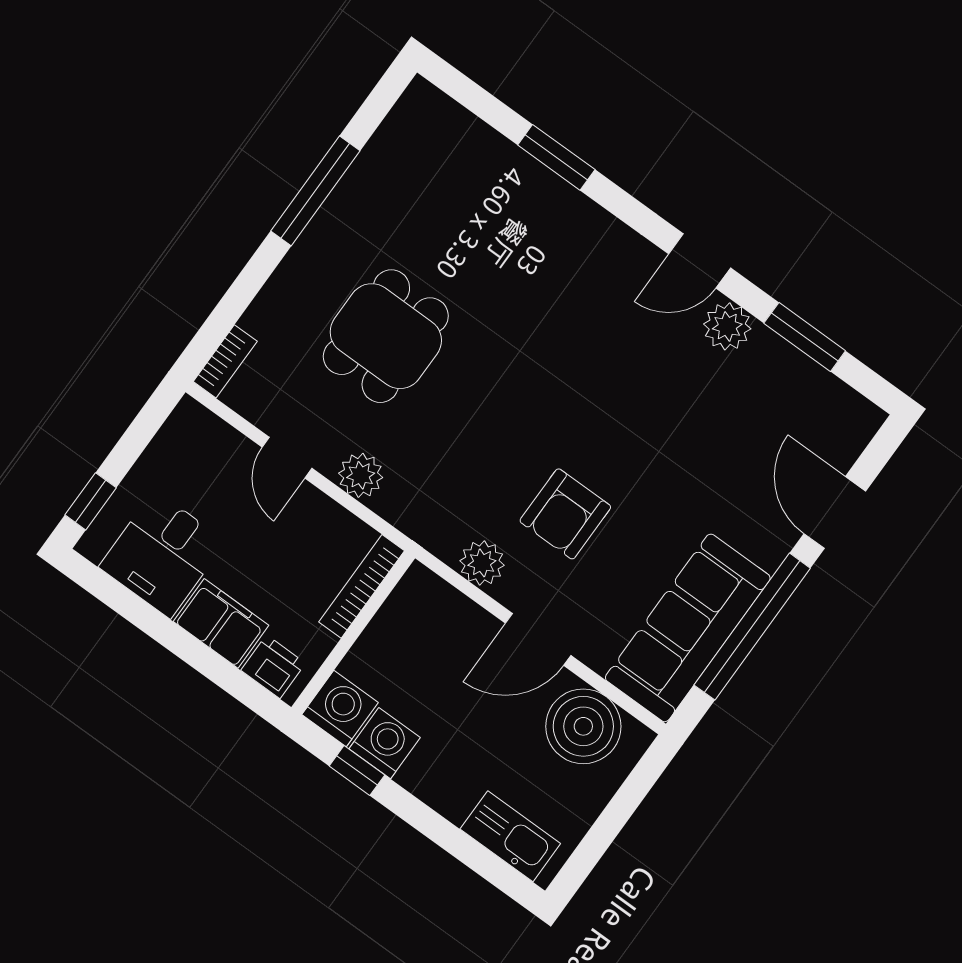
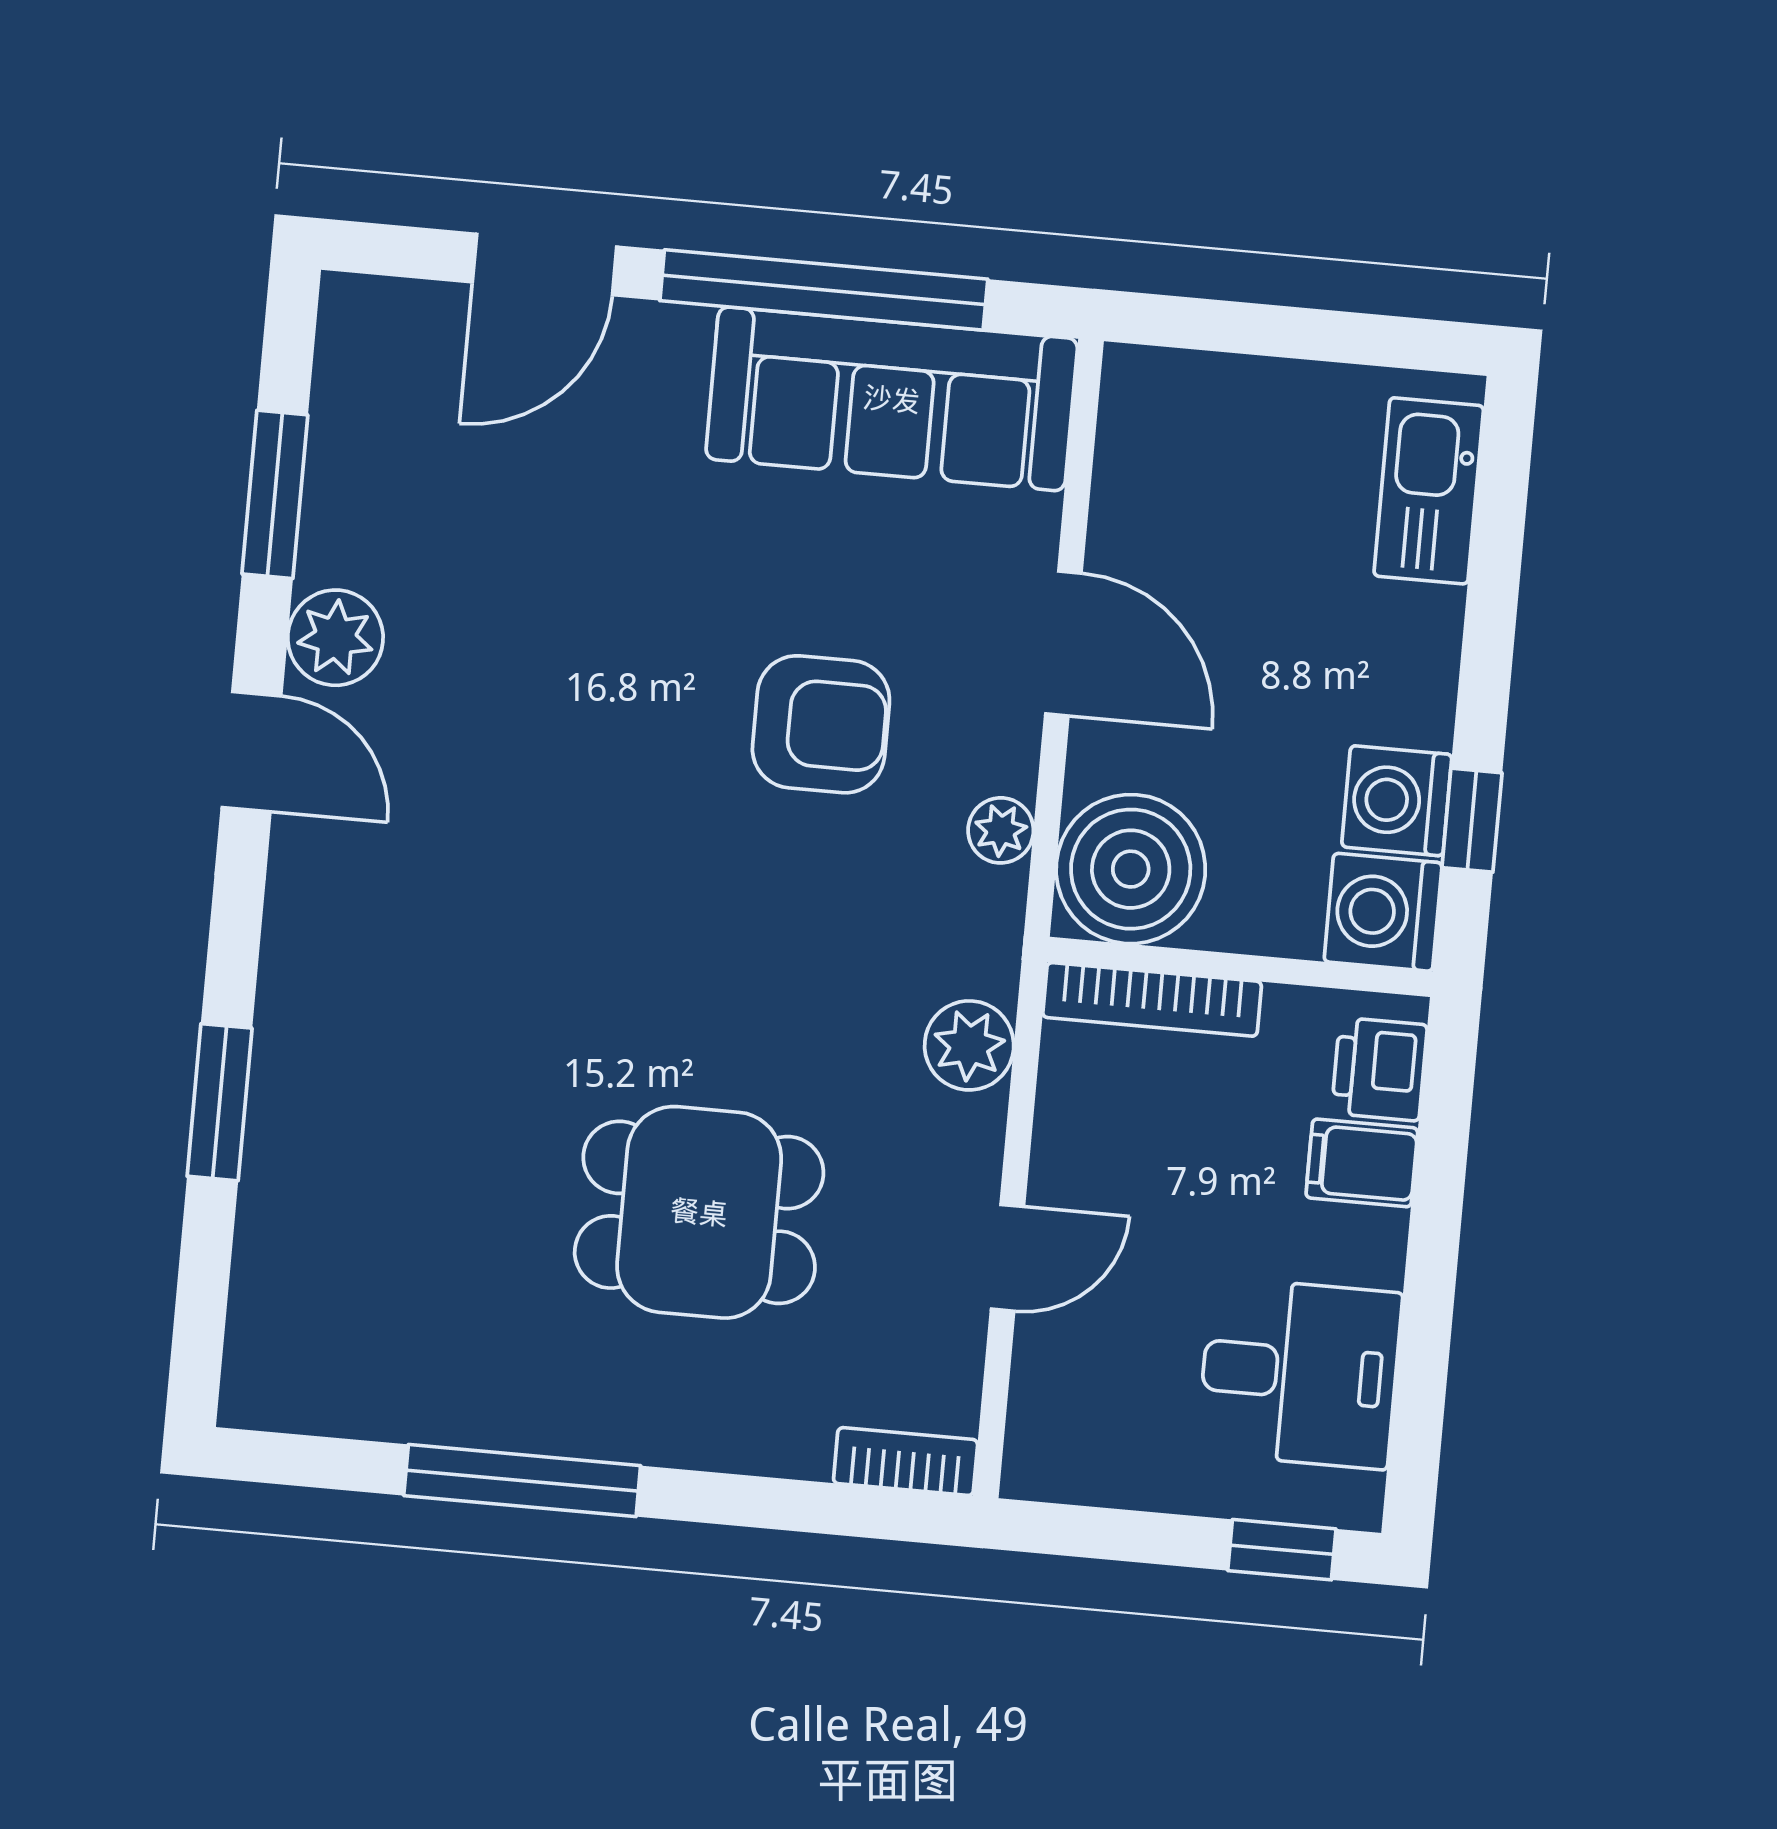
plant: (361, 475) -> (969, 1045), moved
plant: (482, 563) -> (1001, 830), width x0.73, depth x0.73
filing cabinet: (221, 623) -> (1362, 1163), width x0.50
boiler: (583, 726) -> (1131, 869), moved

